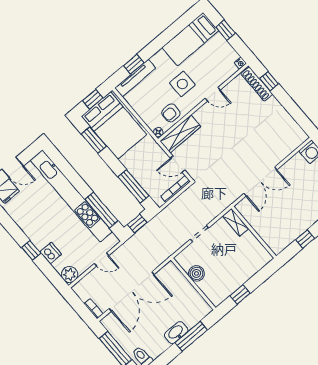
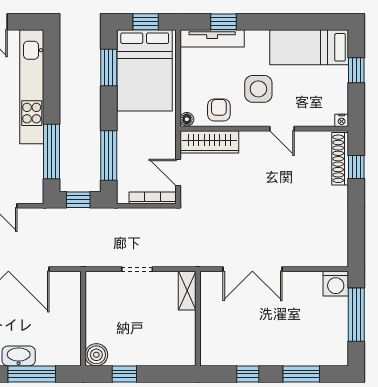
armchair: (171, 113) -> (219, 110), turned 90
kitchen unit: (71, 196) -> (32, 87), width x0.73
boiler: (196, 273) -> (96, 355), moved

